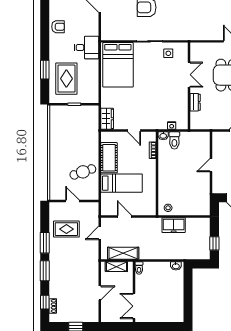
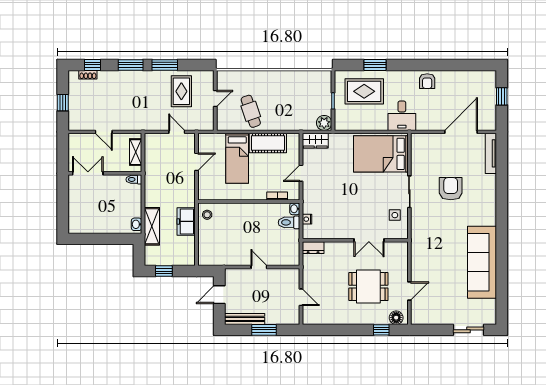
dresser: (195, 102) -> (313, 248), moved
plant: (92, 112) -> (324, 123), added
shelving: (123, 253) -> (152, 226), moved

